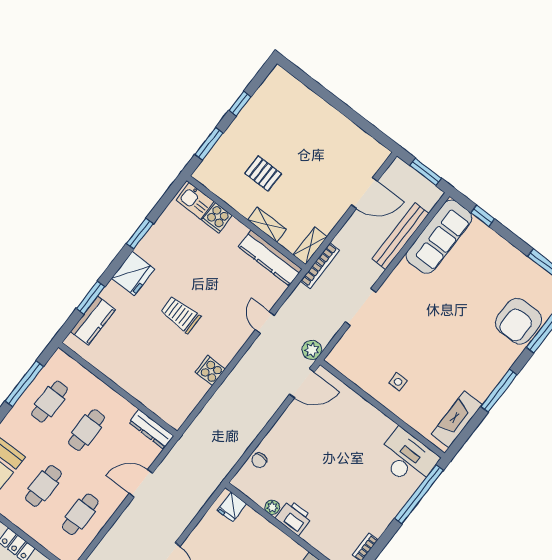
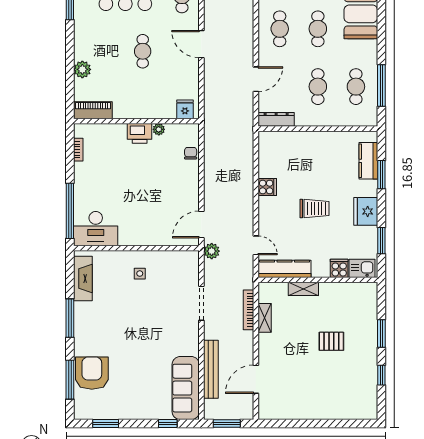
kitchen sink: (195, 201) -> (362, 268), moved
cooker: (217, 218) -> (339, 268), moved
wall: (246, 222) -> (318, 280), moved
shelving: (267, 225) -> (303, 289), moved
kitchen counter: (270, 258) -> (284, 269), moved

